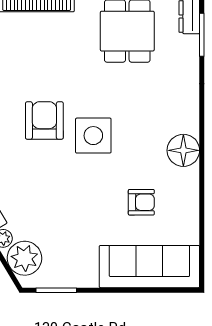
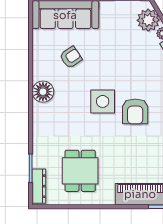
armchair: (141, 202) -> (71, 57), turned 146

